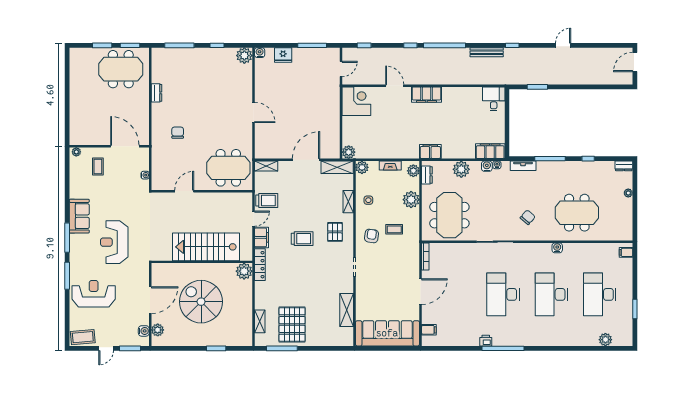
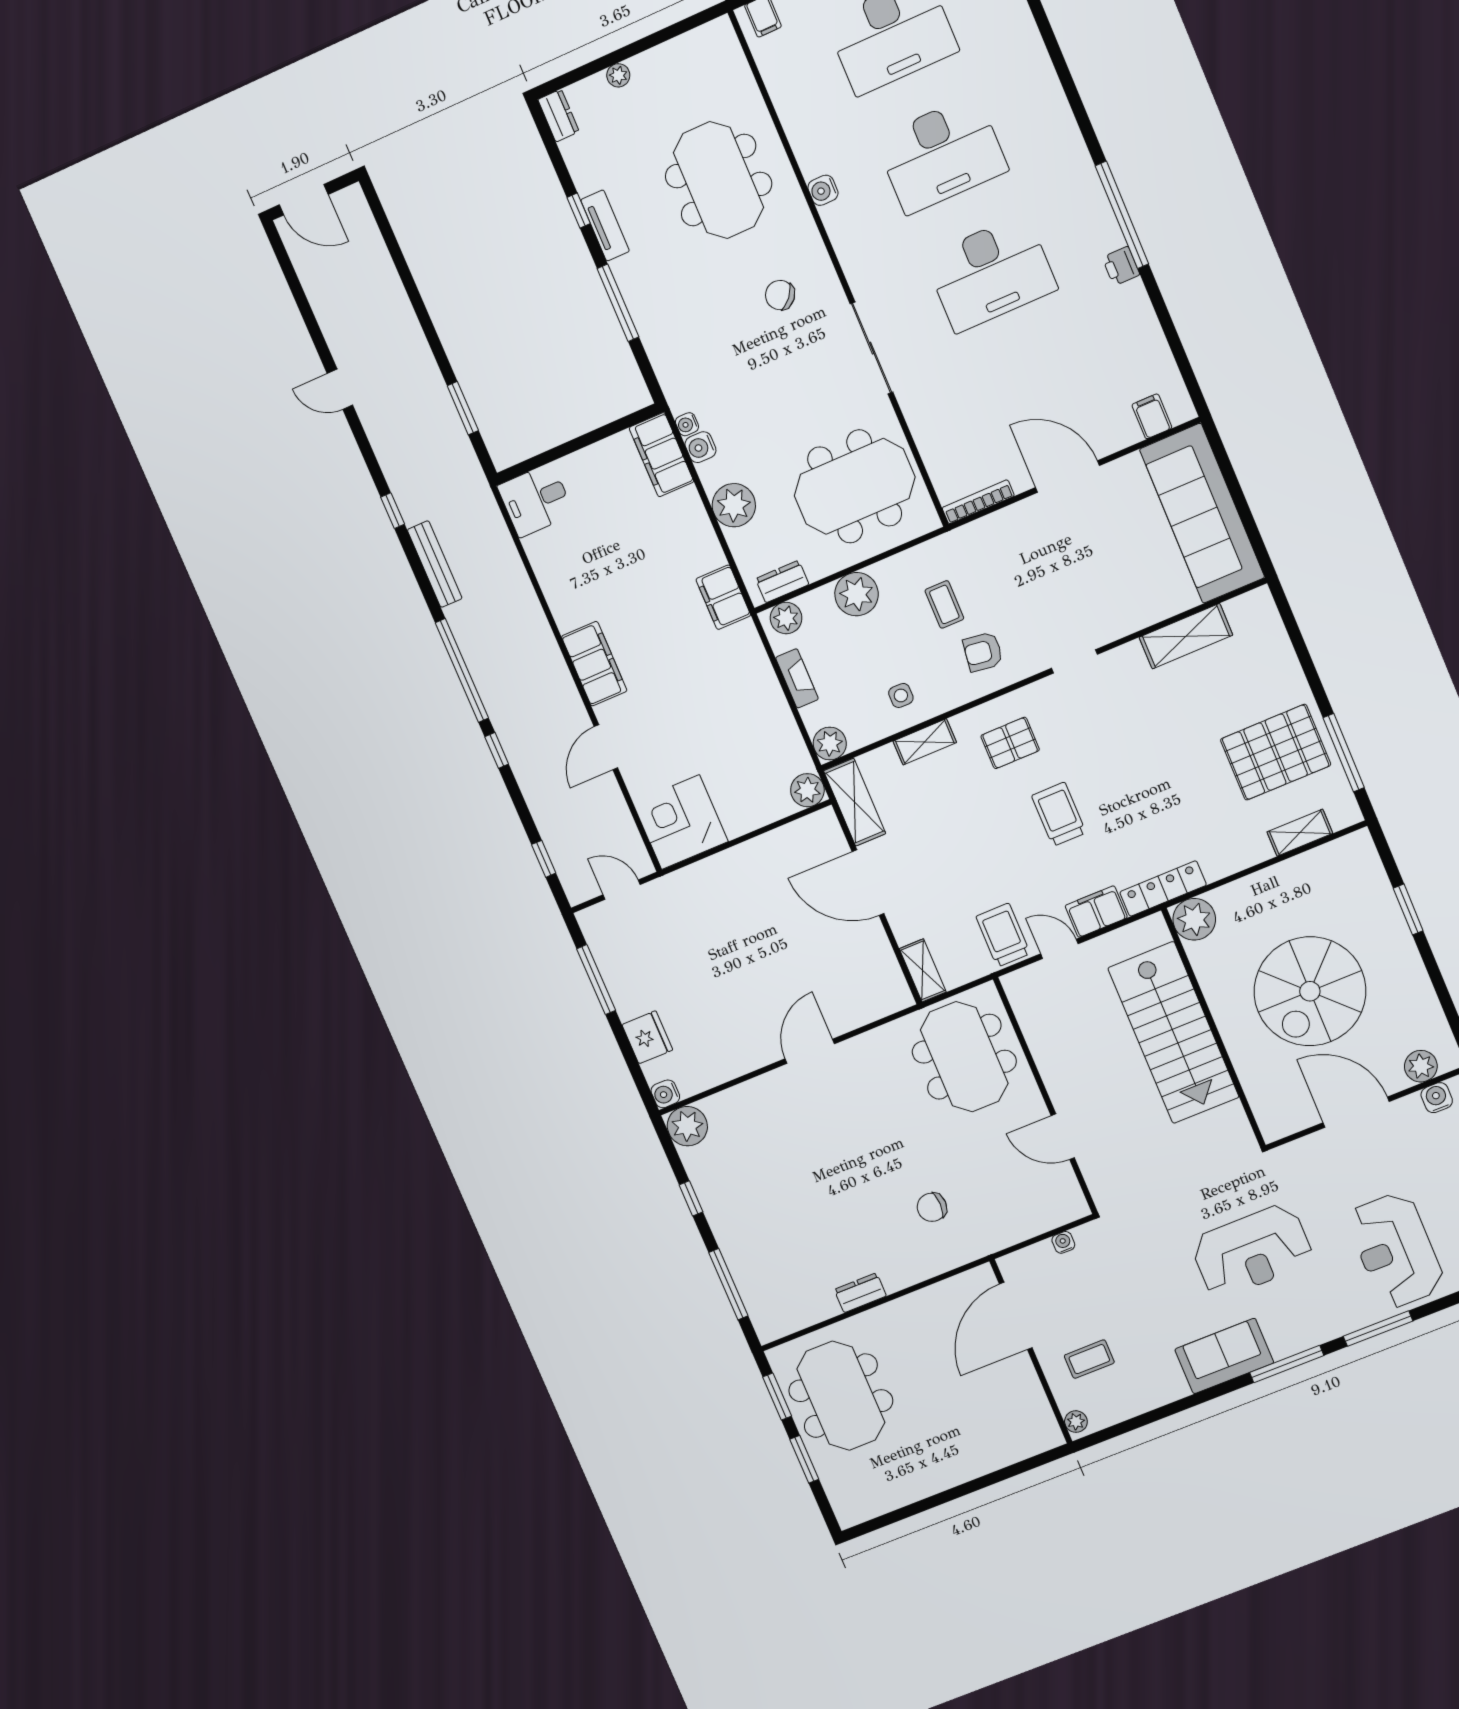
tv unit: (523, 166) -> (605, 225), moved

